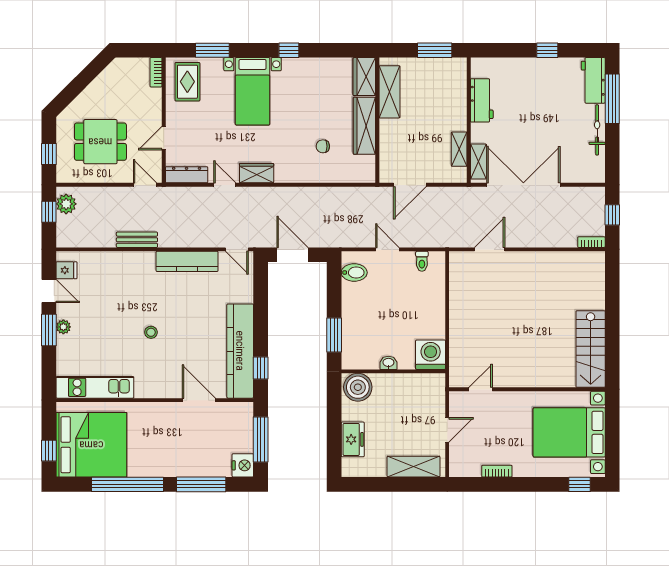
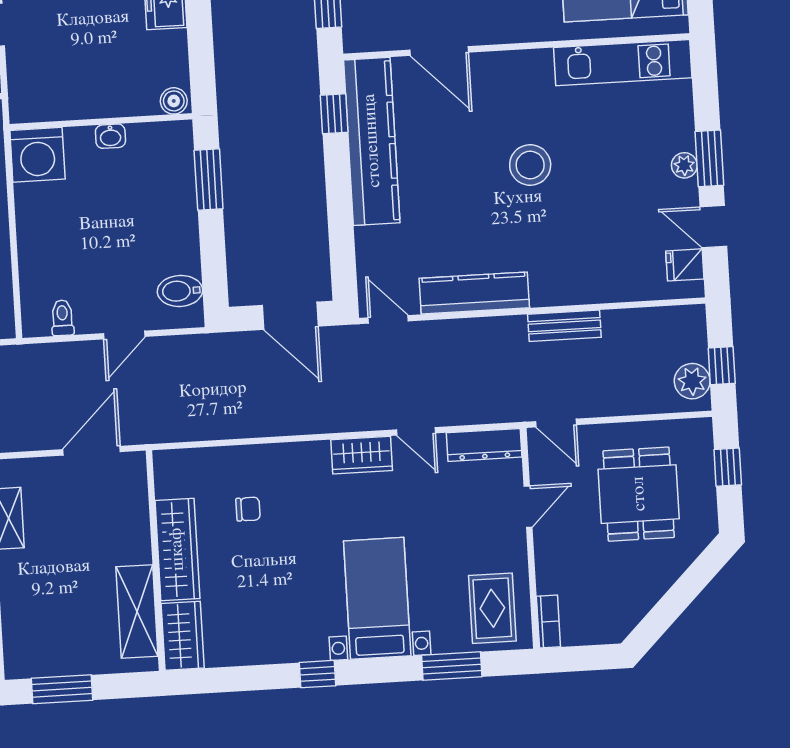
dining table: (100, 142) -> (639, 494), turned 90
door: (387, 249) -> (124, 335), hinge flipped
stool: (151, 332) -> (530, 165), width x1.89, depth x1.89
boiler: (358, 387) -> (174, 101), width x0.54, depth x0.54

